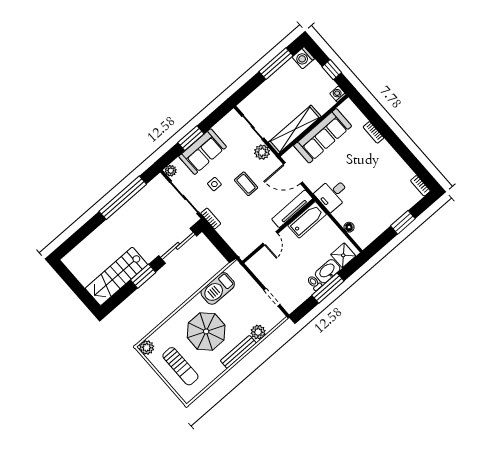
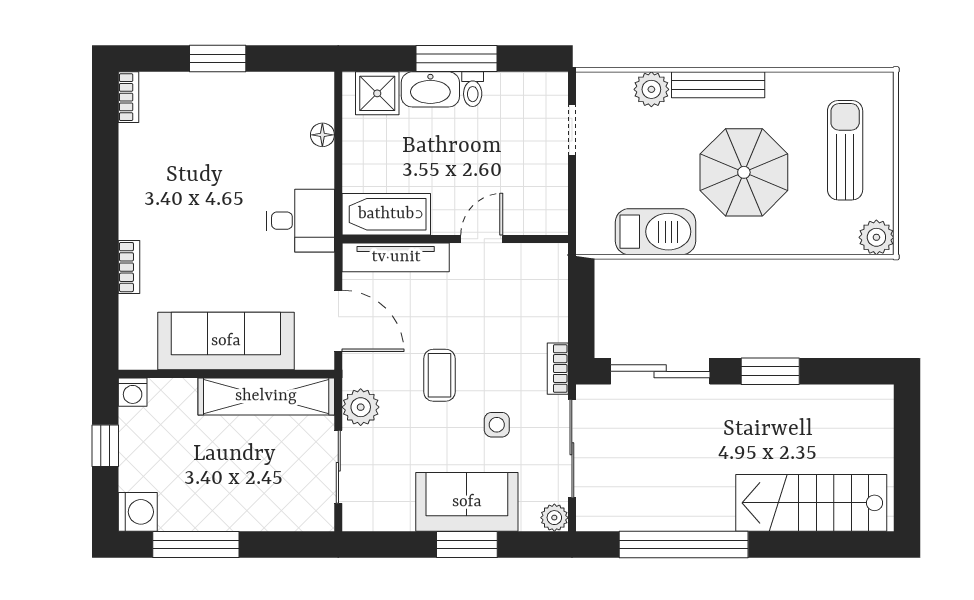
stairs: (116, 276) -> (811, 503), moved, turned 180

